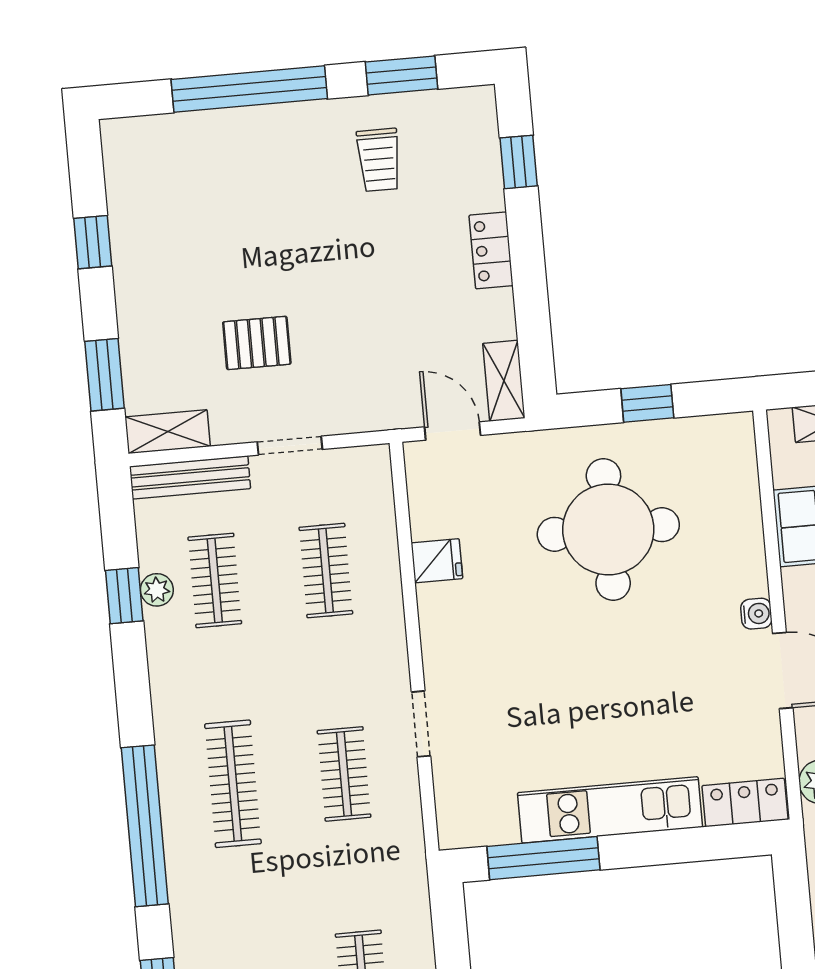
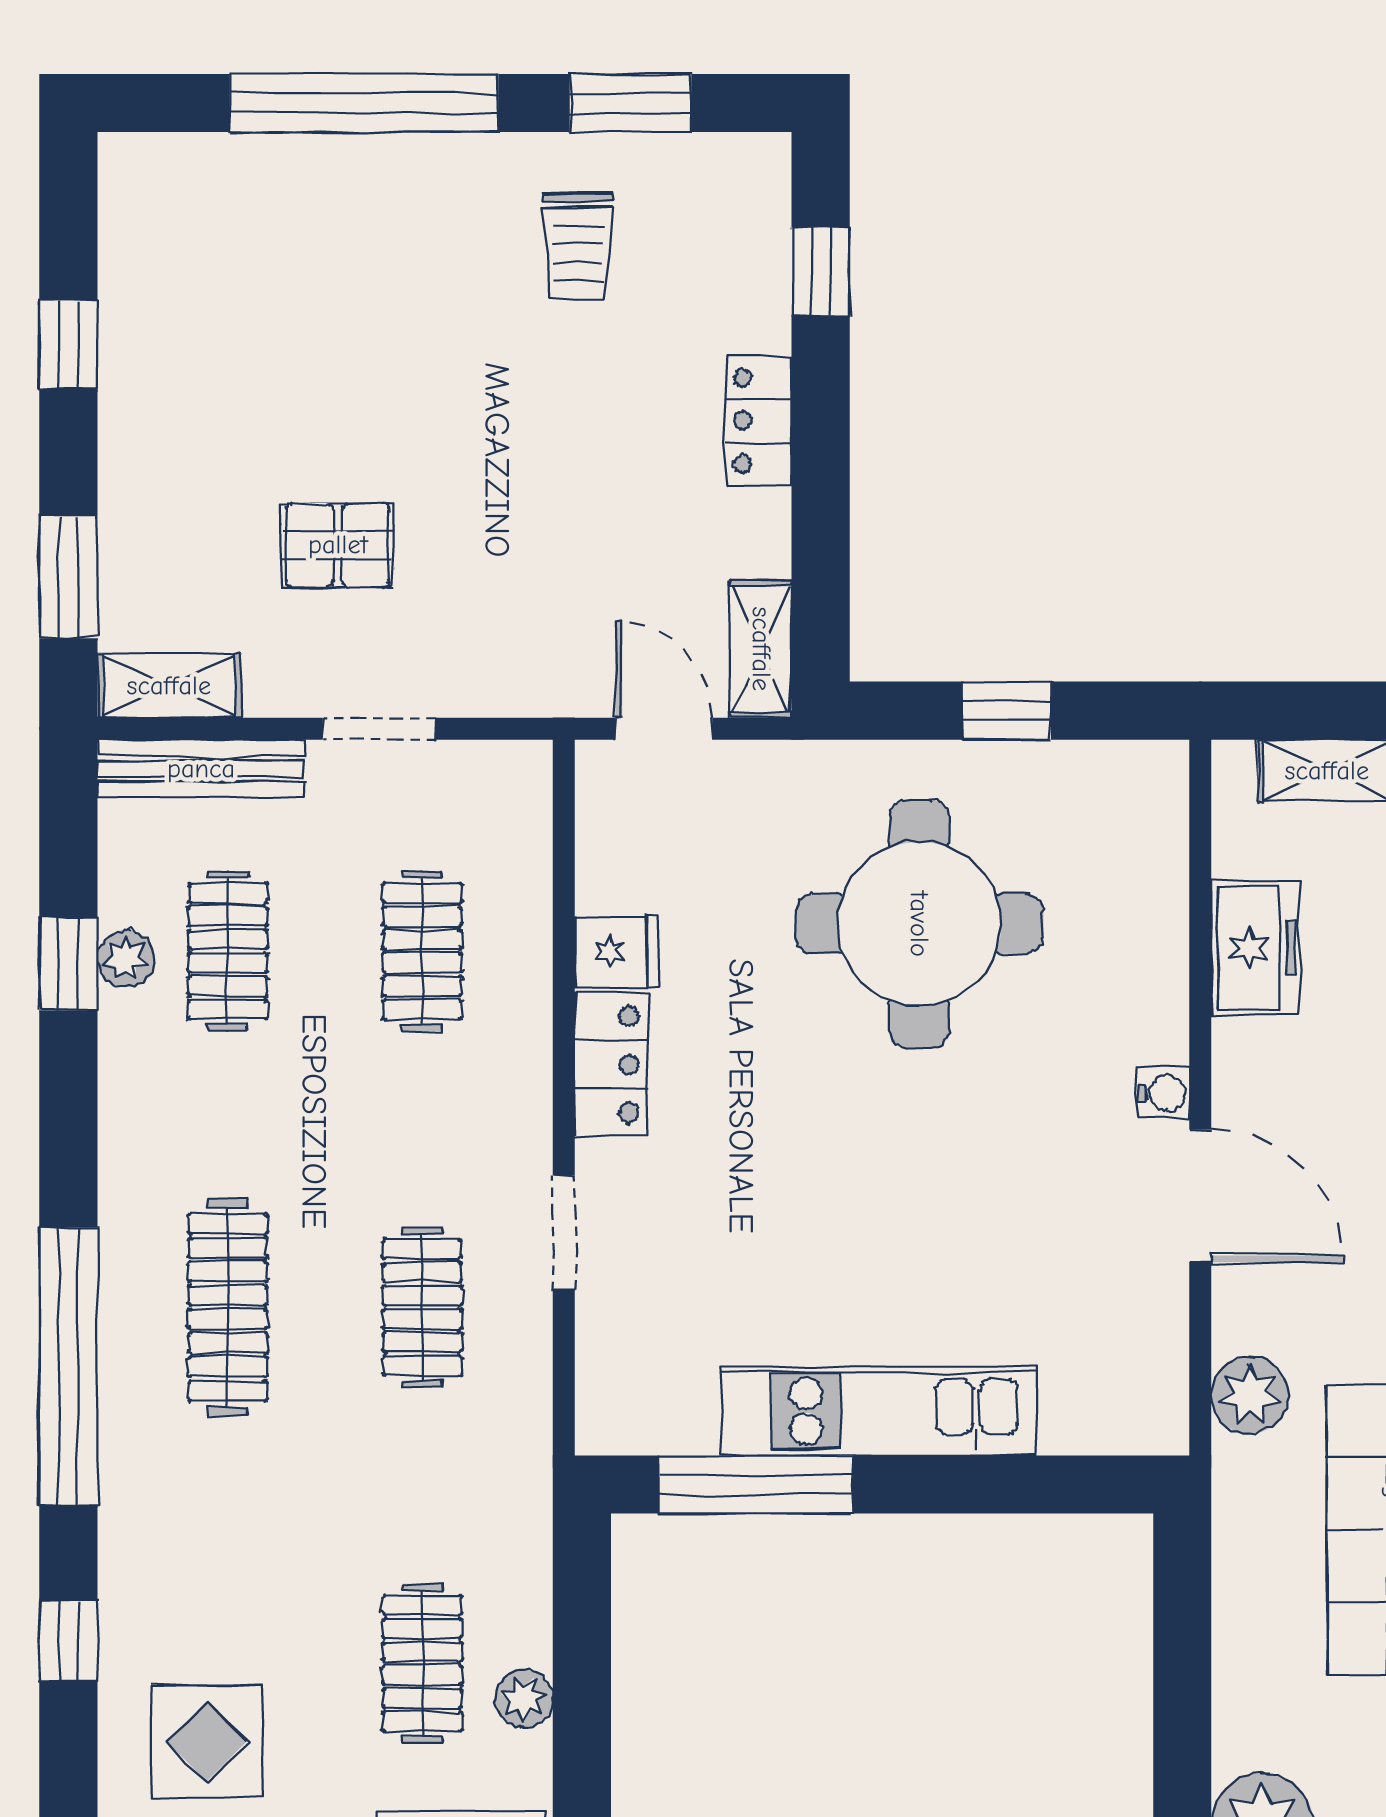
locker: (745, 803) -> (611, 1065), moved, turned 90

